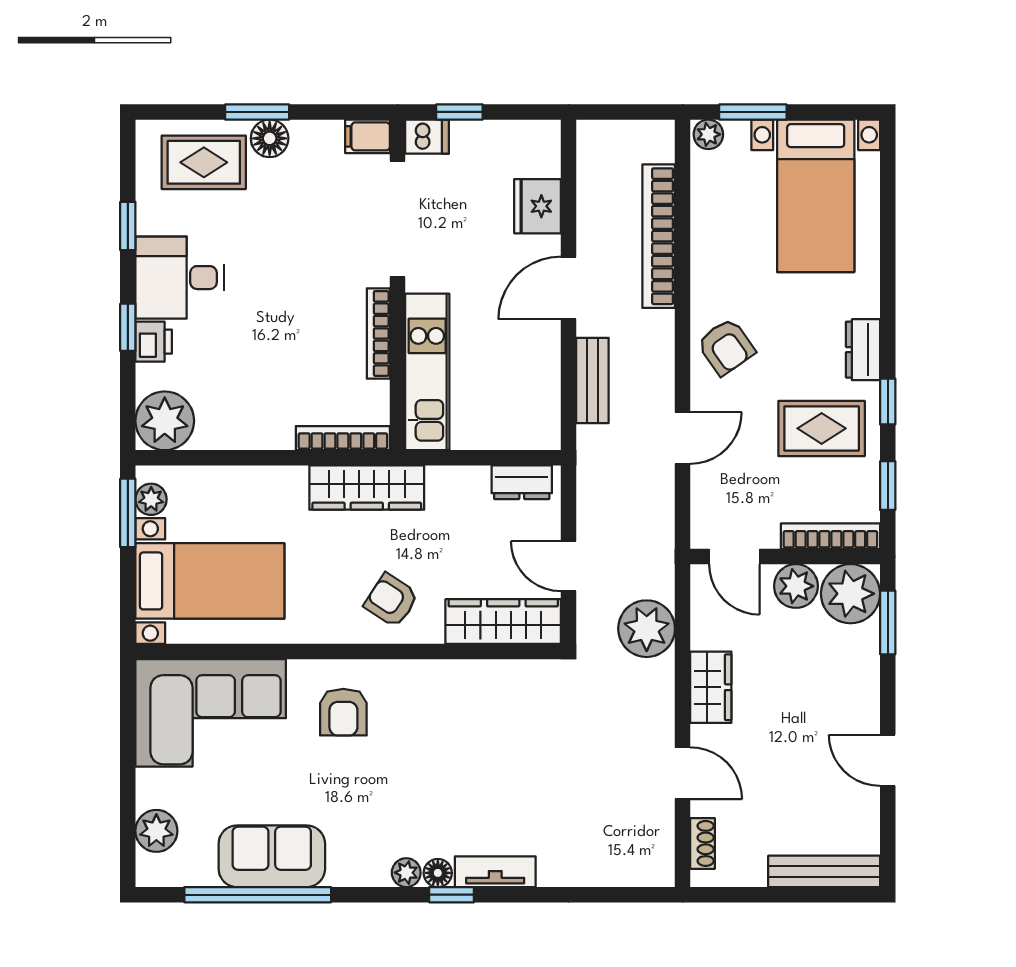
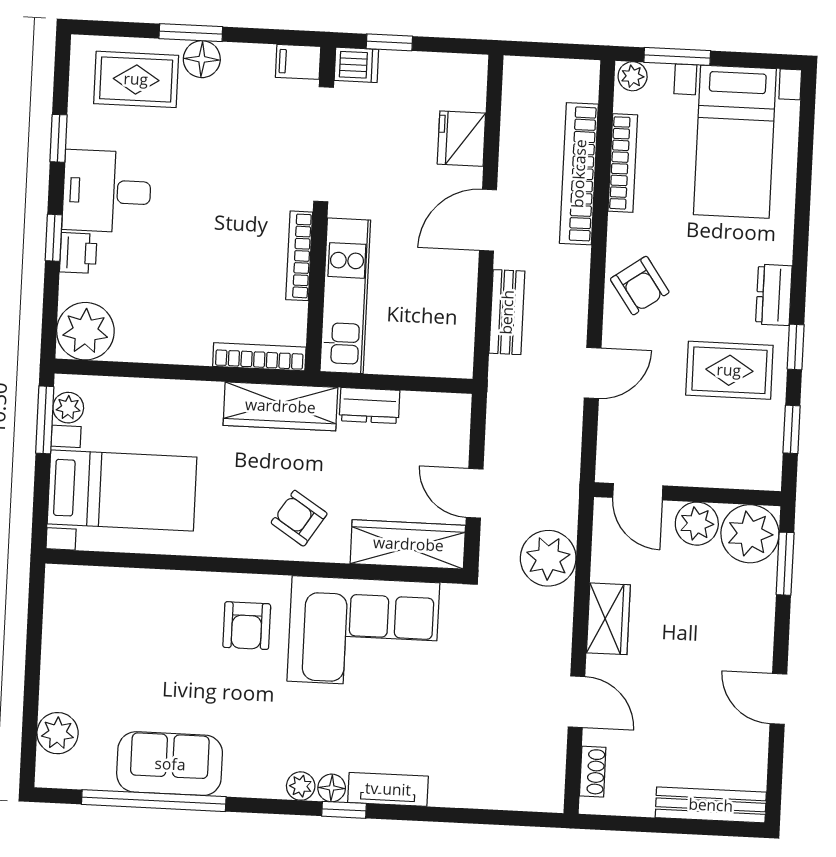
dresser: (522, 482) -> (370, 406), moved
bookcase: (830, 536) -> (623, 163), moved, turned 90
corner sofa: (211, 713) -> (363, 632), moved

